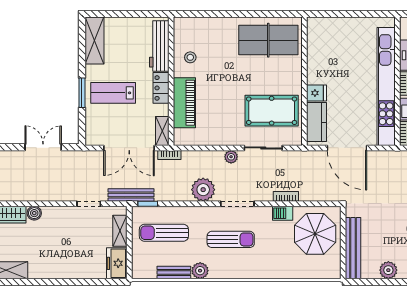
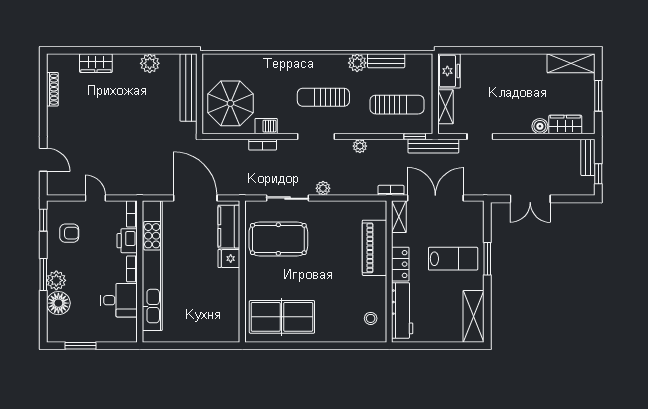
stool: (190, 57) -> (371, 318), moved
plant: (203, 190) -> (360, 146), width x0.53, depth x0.53

